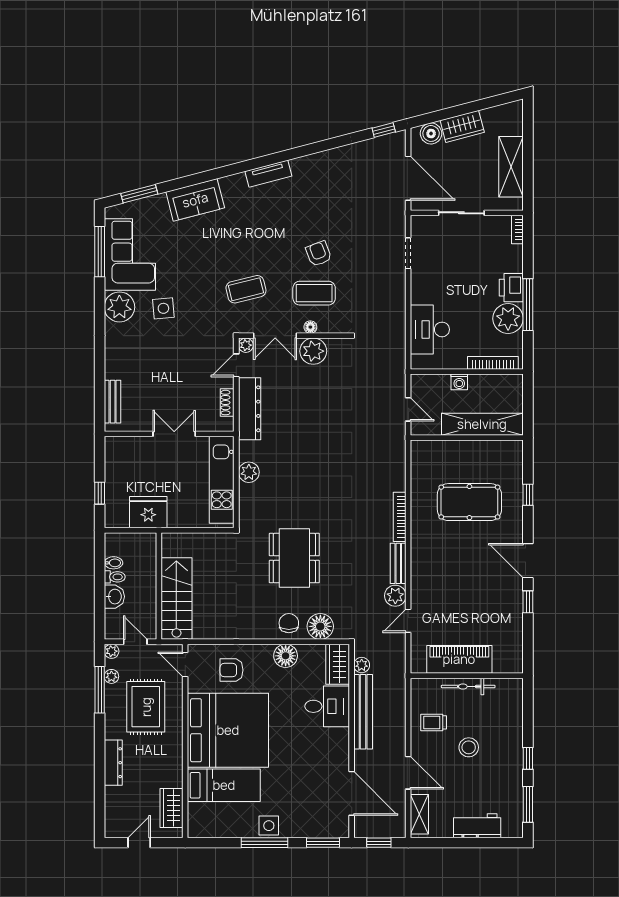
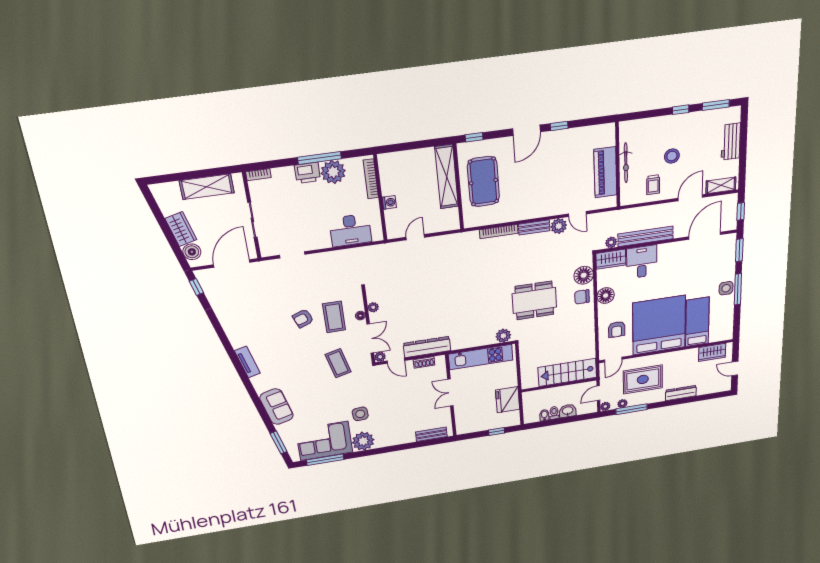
plant: (313, 351) -> (373, 307), width x0.53, depth x0.53
shelving: (482, 424) -> (447, 177), moved
wall: (467, 438) -> (458, 187), moved
plant: (249, 472) -> (503, 336), moved

